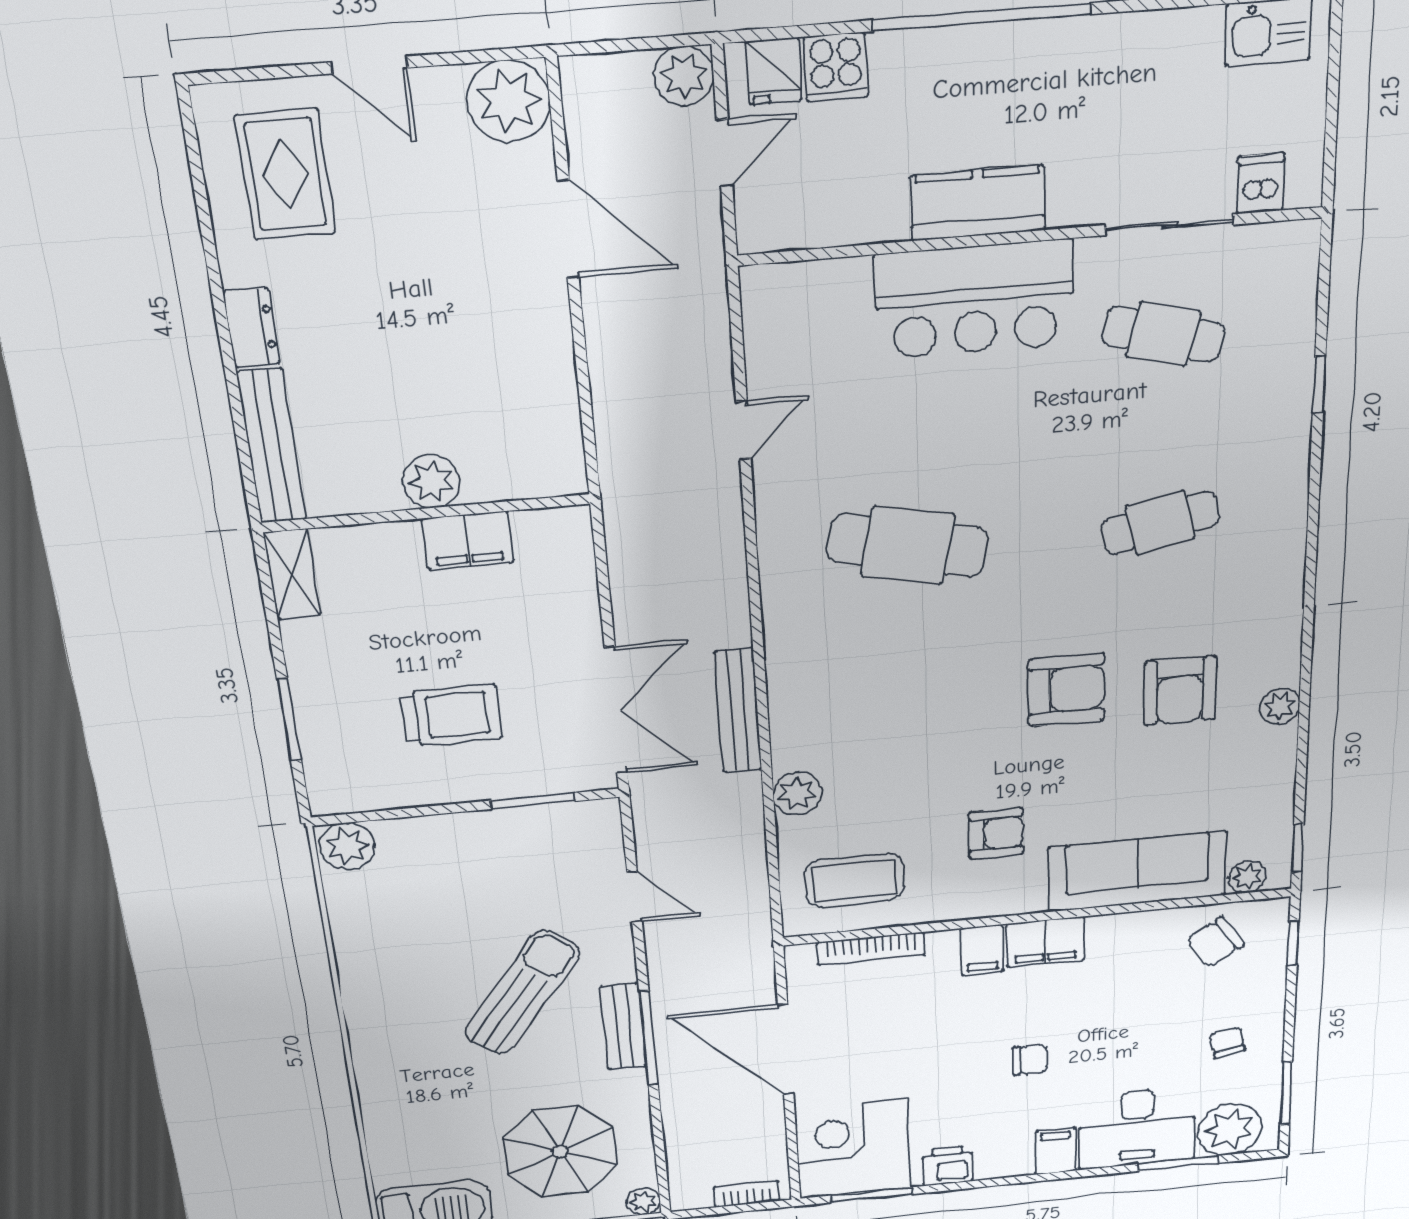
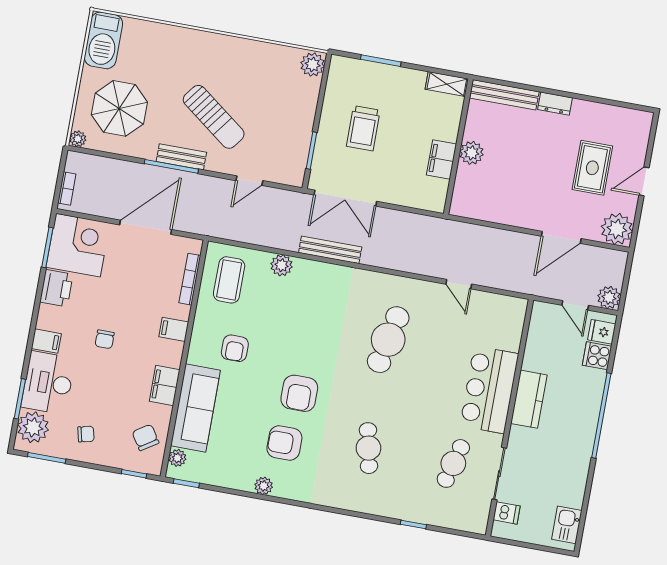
rug: (286, 174) -> (592, 168), moved, turned 90
filing cabinet: (1046, 942) -> (165, 385), moved
printer: (948, 1166) -> (56, 288), width x1.36, depth x1.24

